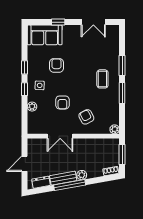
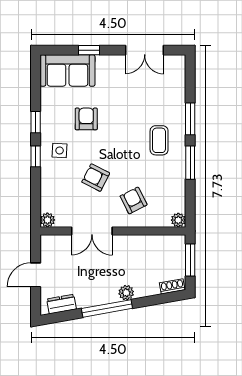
armchair: (62, 102) -> (96, 178), turned 117
plant: (32, 107) -> (47, 220), moved
bench: (63, 178) -> (97, 298), removed

